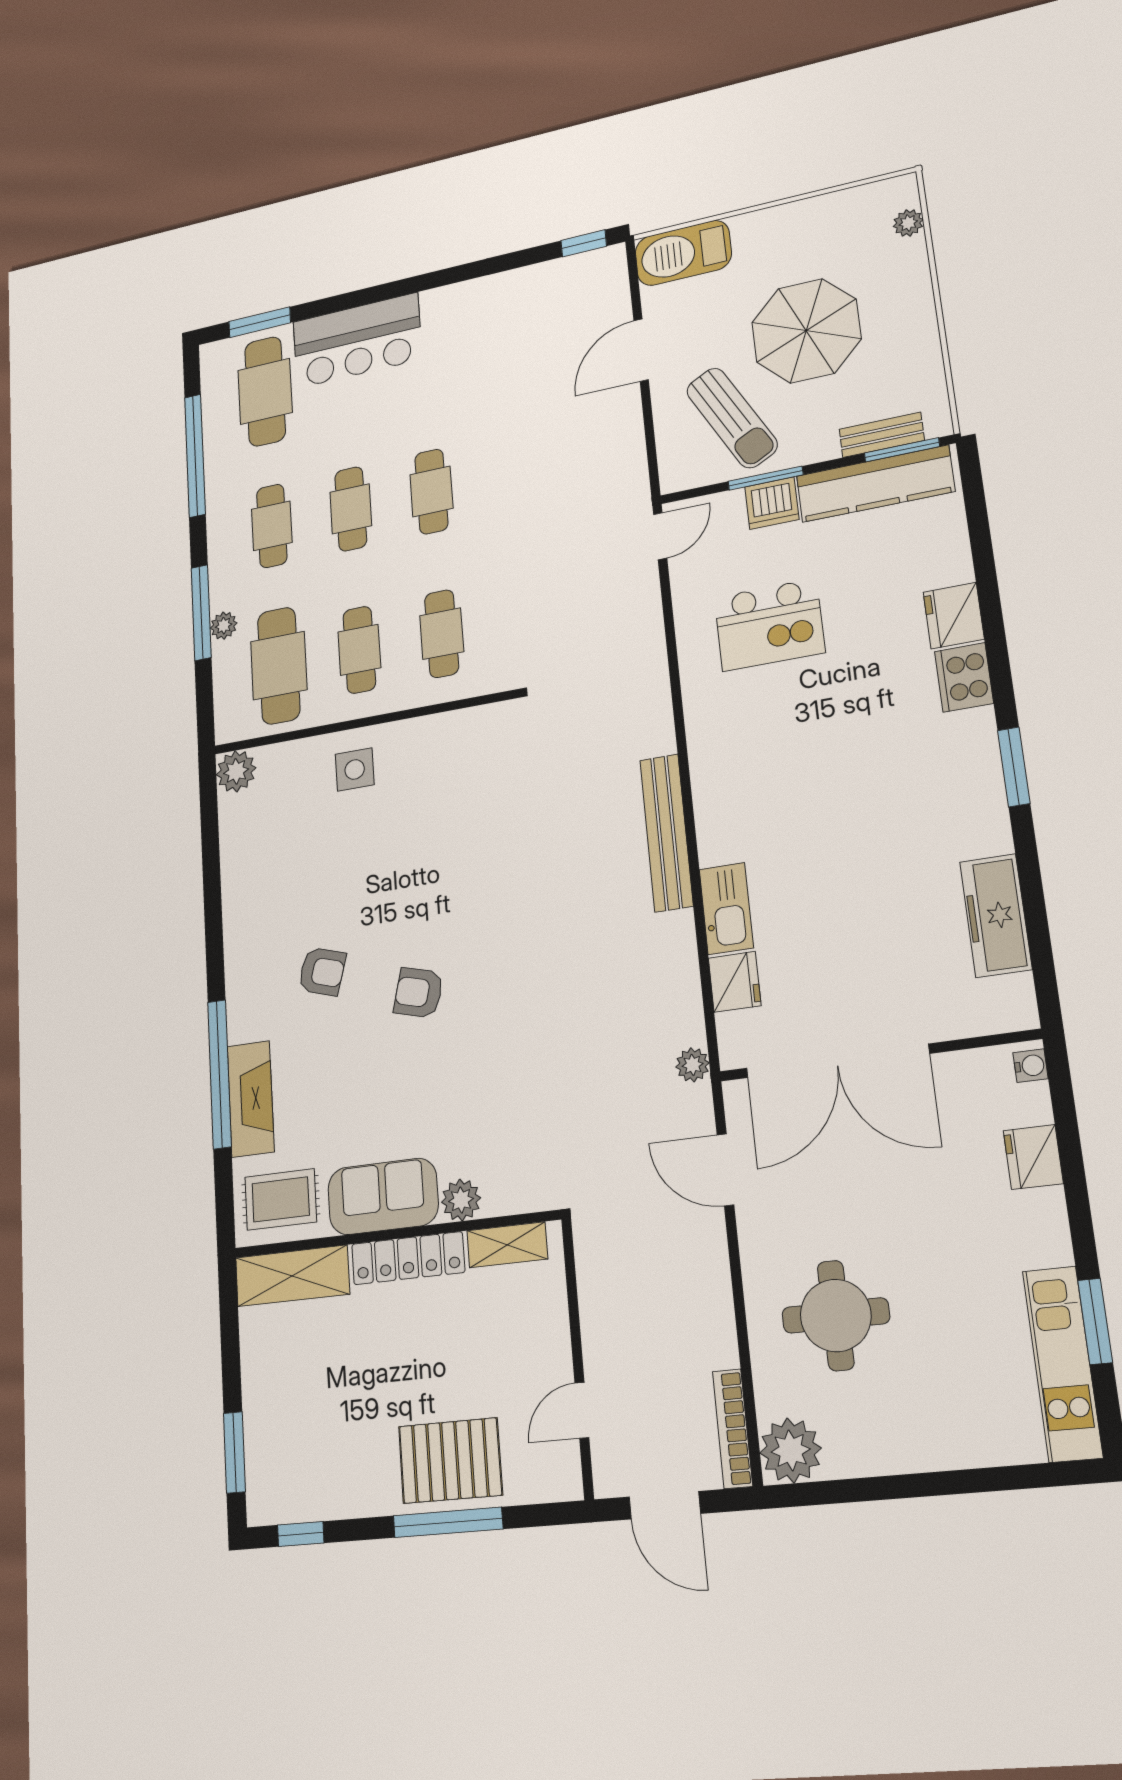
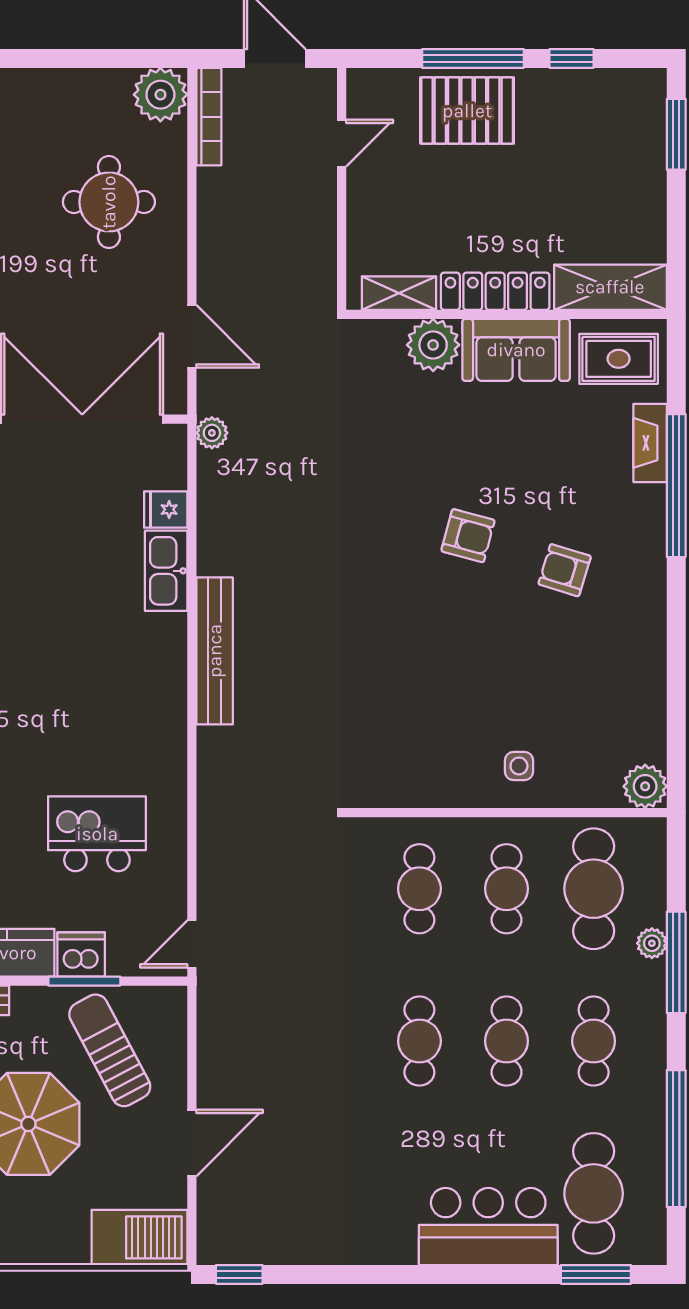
side table: (355, 770) -> (519, 766), width x0.73, depth x0.73
fridge: (735, 982) -> (166, 509), width x0.72
fireplace: (251, 1099) -> (650, 443), width x0.73, depth x0.76
plant: (461, 1200) -> (433, 345), width x1.36, depth x1.36
window: (301, 1534) -> (572, 58), moved

